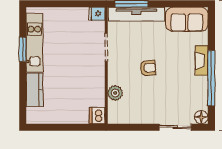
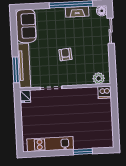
window: (23, 49) -> (83, 152), moved
fireplace: (202, 60) -> (77, 12), moved
kitchen counter: (34, 90) -> (87, 142), removed
plant: (115, 93) -> (99, 78), moved

